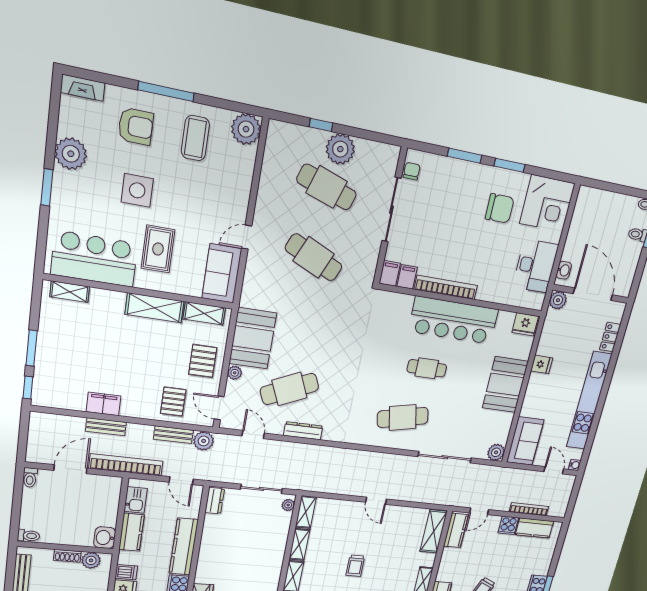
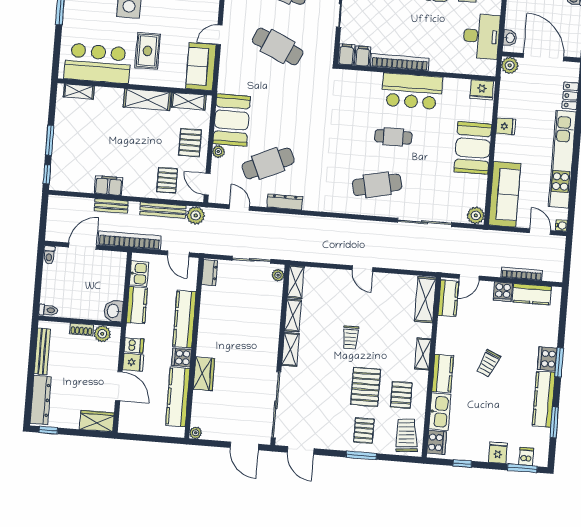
bar counter: (454, 320) -> (412, 91), width x0.73
bench: (173, 435) -> (163, 210), width x1.36
sofa: (525, 441) -> (505, 194), width x1.36

